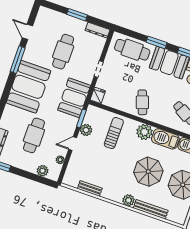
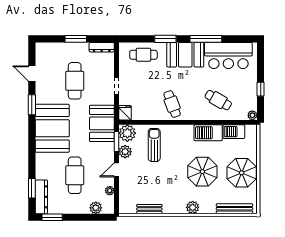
cafe table: (132, 50) -> (143, 55), width x0.73, depth x0.74
window: (18, 60) -> (32, 105), width x0.69
plant: (144, 132) -> (127, 133), moved
bench: (151, 209) -> (234, 209), moved

